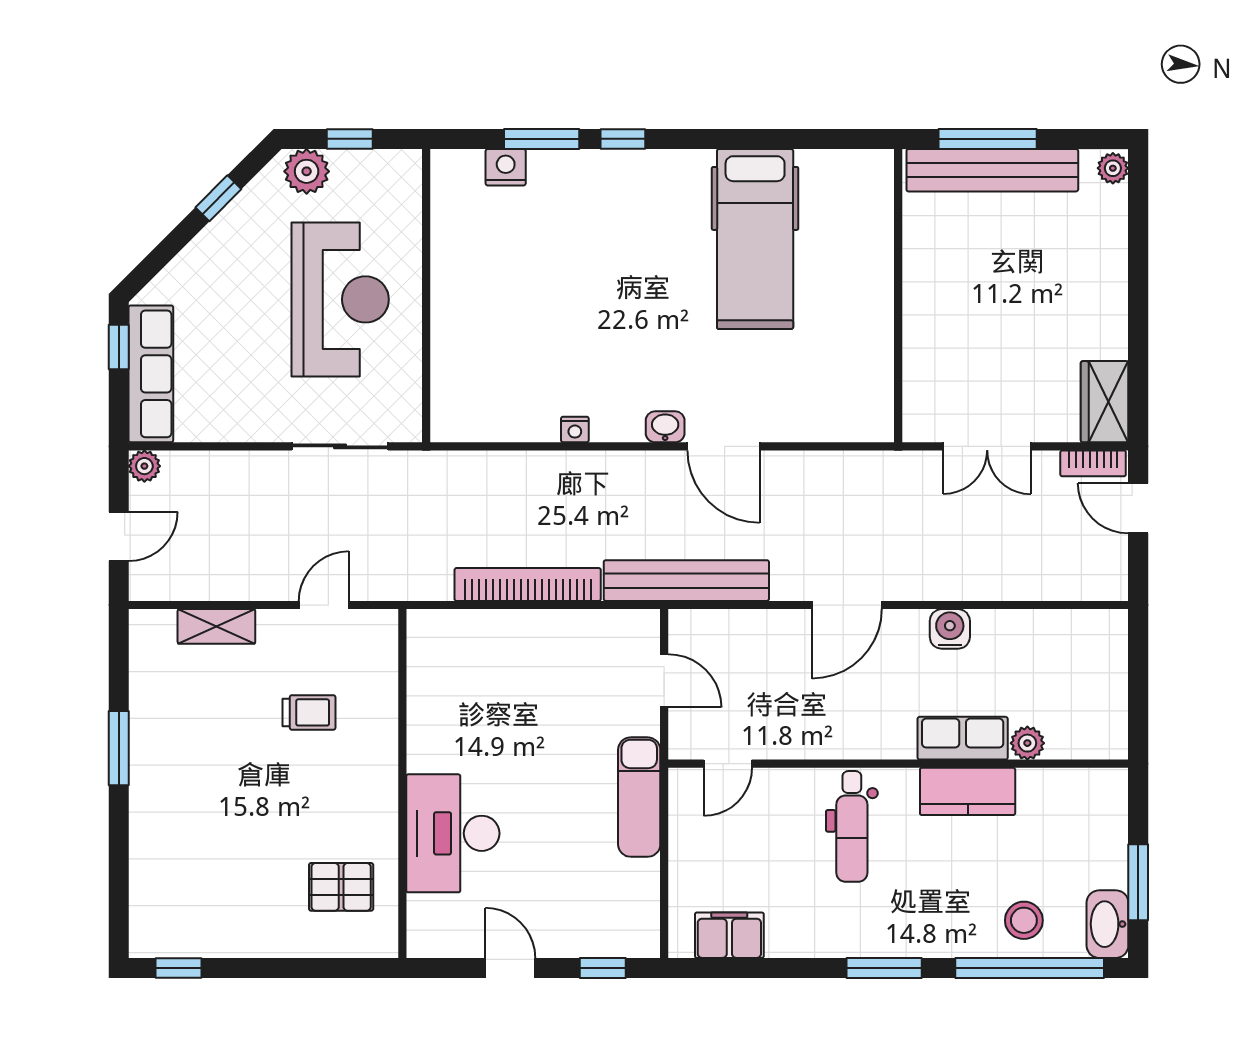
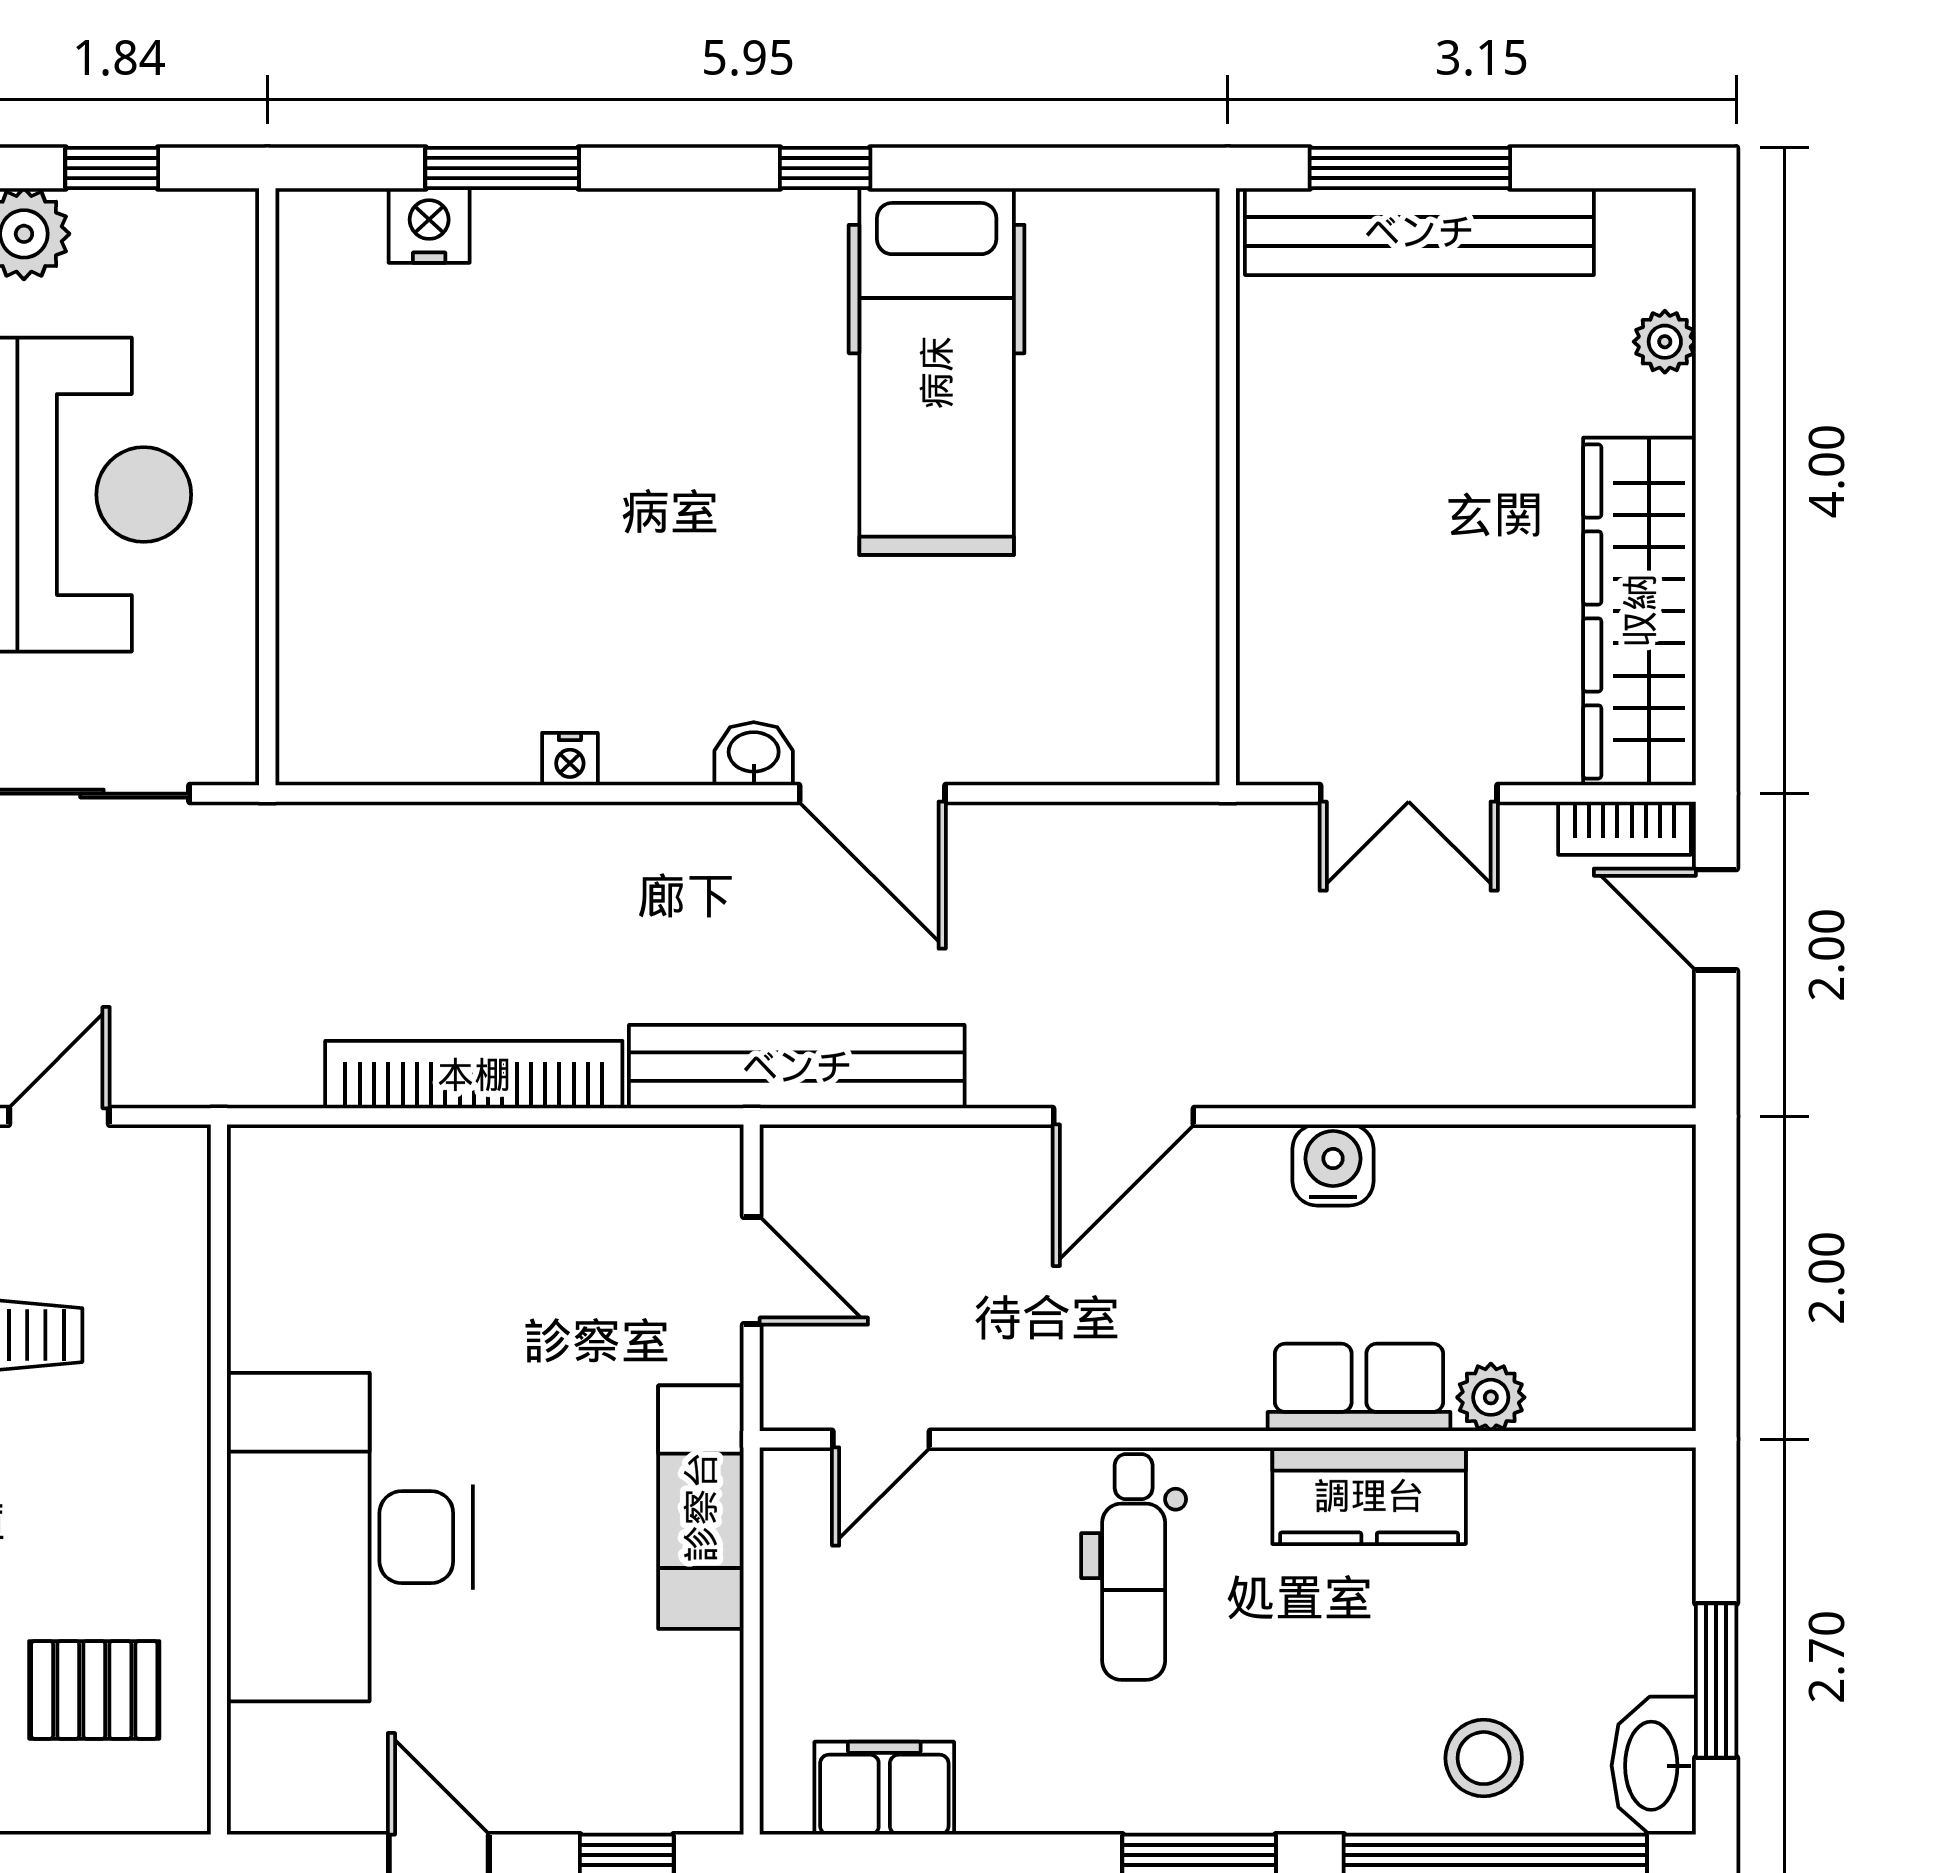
window: (623, 139) -> (825, 168), moved
plant: (1113, 168) -> (1665, 342), moved
wardrobe: (1105, 402) -> (1640, 611), width x2.10, depth x1.17
desk: (453, 833) -> (350, 1537), width x1.36, depth x1.30

